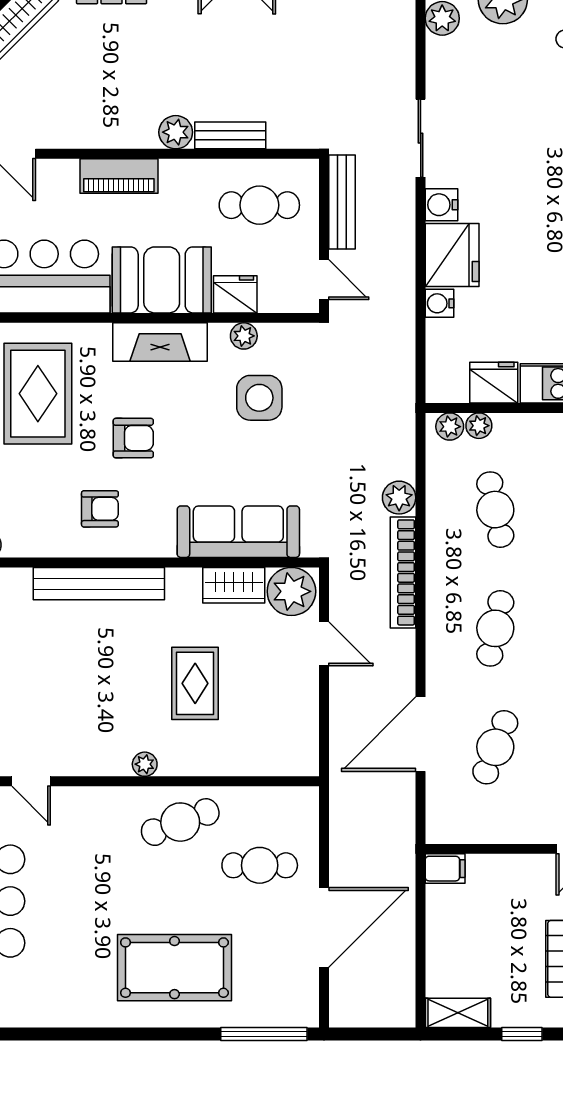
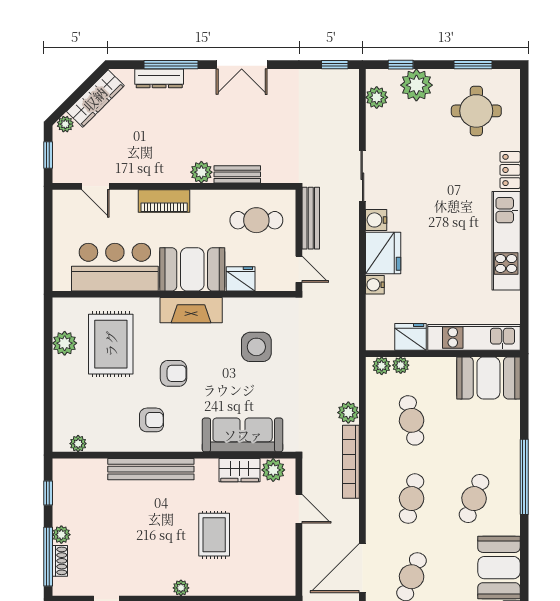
plant: (244, 336) -> (246, 306), removed
plant: (291, 591) -> (273, 470), width x0.73, depth x0.73

